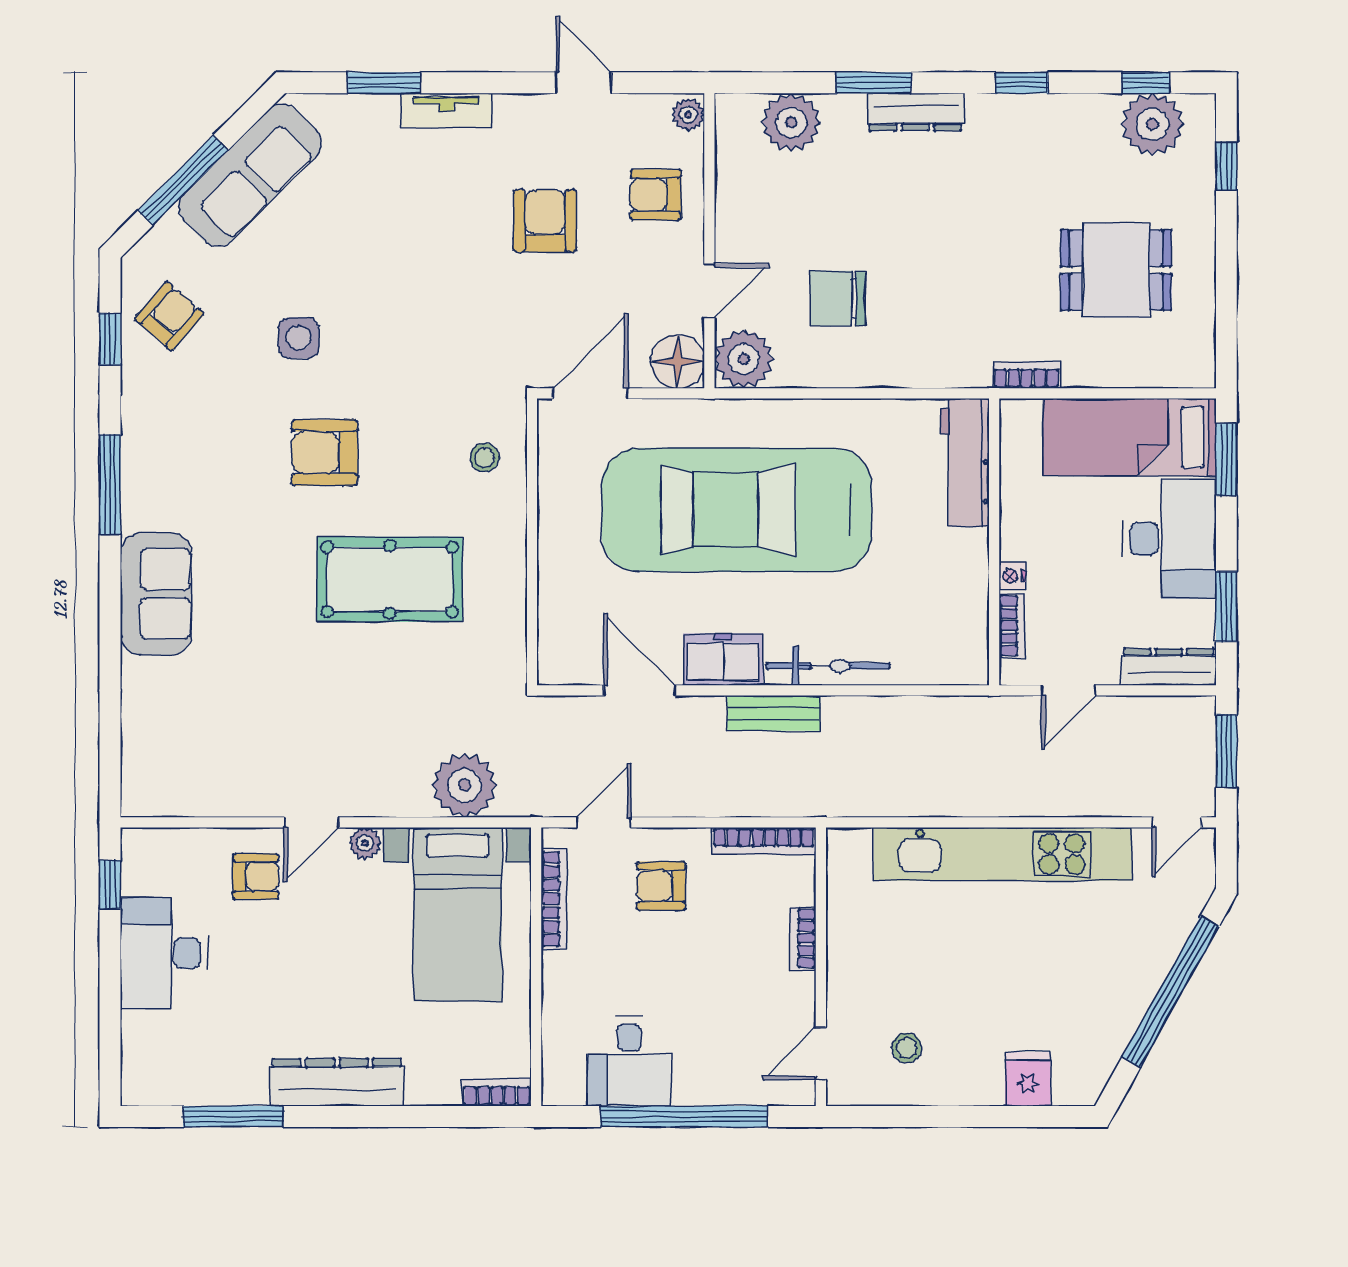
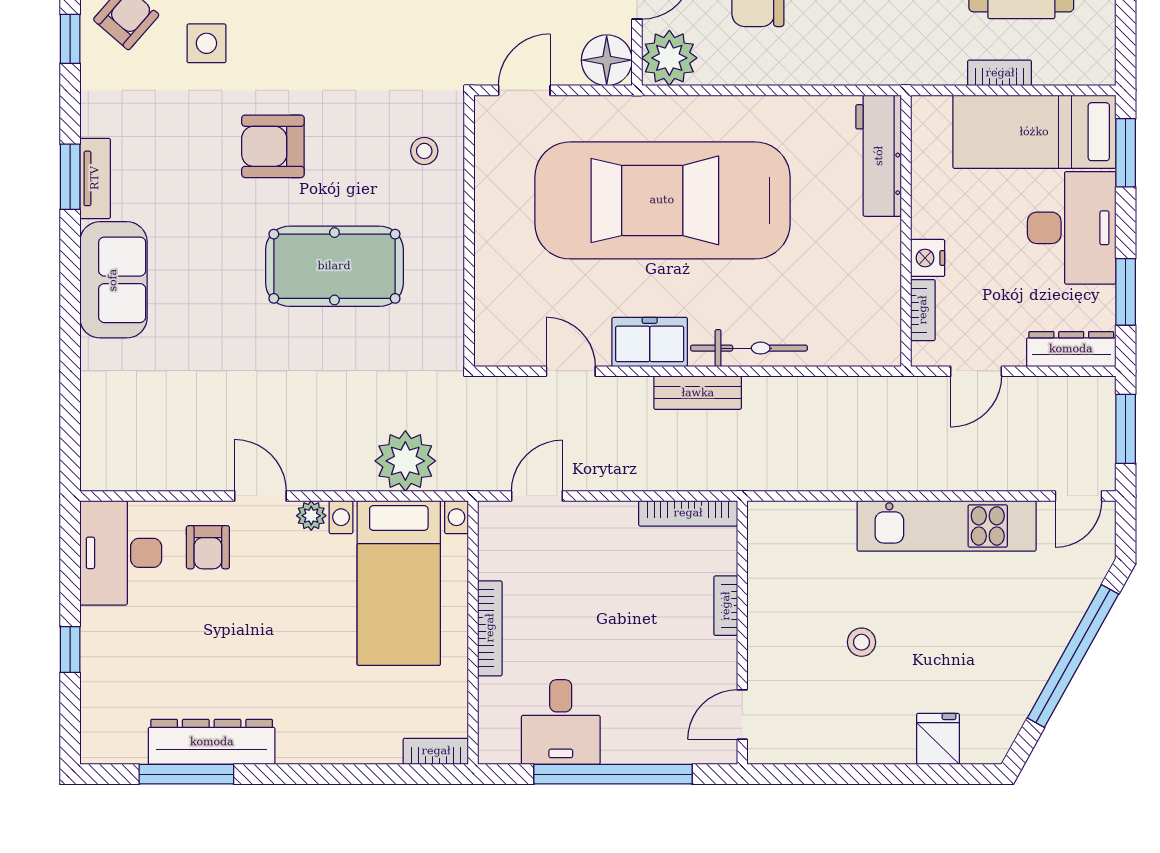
side table: (299, 338) -> (206, 43), moved
bookcase: (1027, 375) -> (1000, 73), moved
door: (590, 393) -> (524, 90), width x0.73
window: (110, 485) -> (70, 177), width x0.69
tv unit: (137, 487) -> (95, 178), added
nightstand: (1012, 576) -> (928, 258), width x1.39, depth x1.35
door: (640, 690) -> (571, 371), width x0.73
door: (311, 822) -> (260, 496), swing flipped
kitchen unit: (1003, 854) -> (947, 526), width x0.73
armchair: (256, 877) -> (208, 547), turned 90
window: (110, 884) -> (70, 649), moved
armchair: (661, 886) -> (591, 556), removed
bookcase: (554, 899) -> (490, 628), moved
desk: (164, 953) -> (121, 553), moved
stool: (907, 1048) -> (861, 642), moved
dresser: (337, 1082) -> (212, 742), moved

